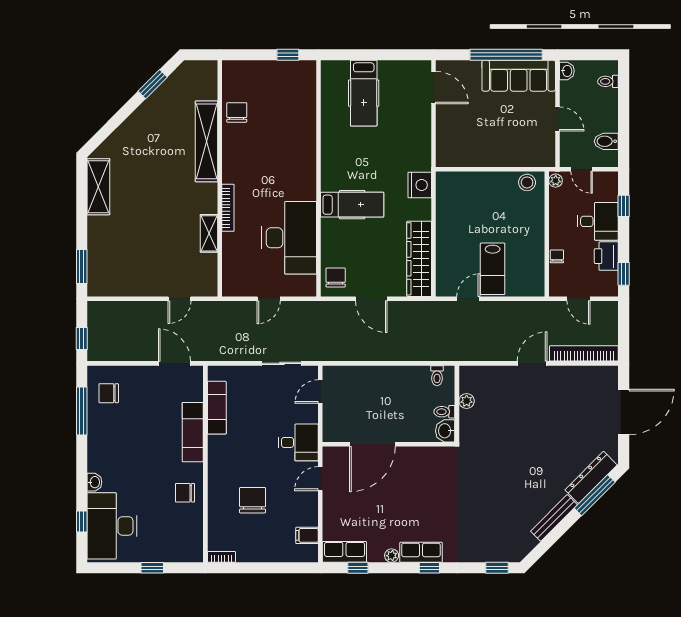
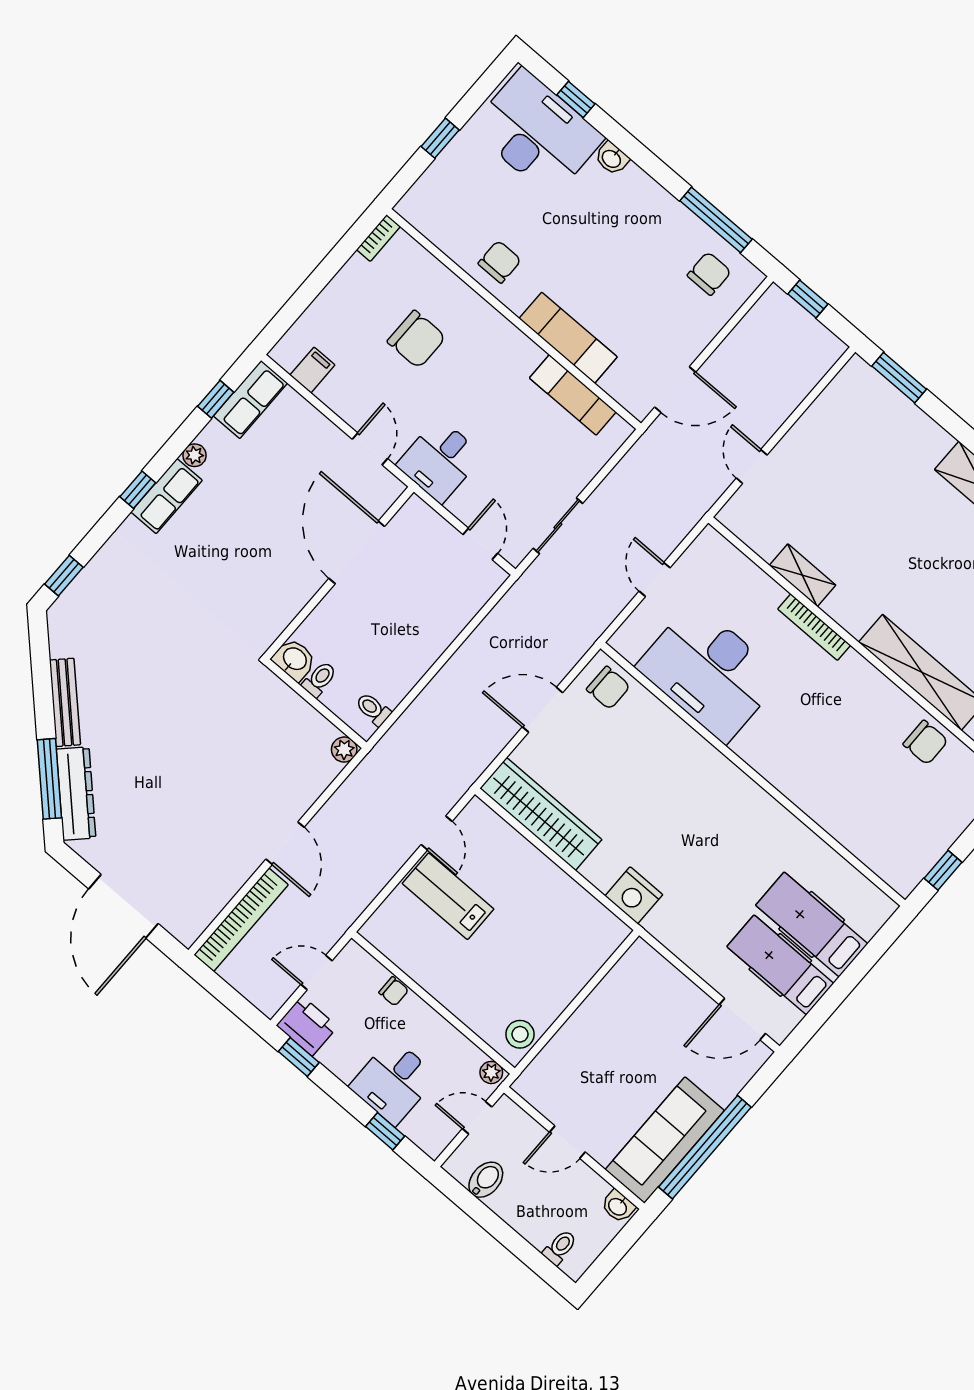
hospital bed: (352, 205) -> (780, 965), moved, turned 90
printer: (606, 256) -> (307, 1026), moved
plant: (467, 401) -> (344, 750), moved

